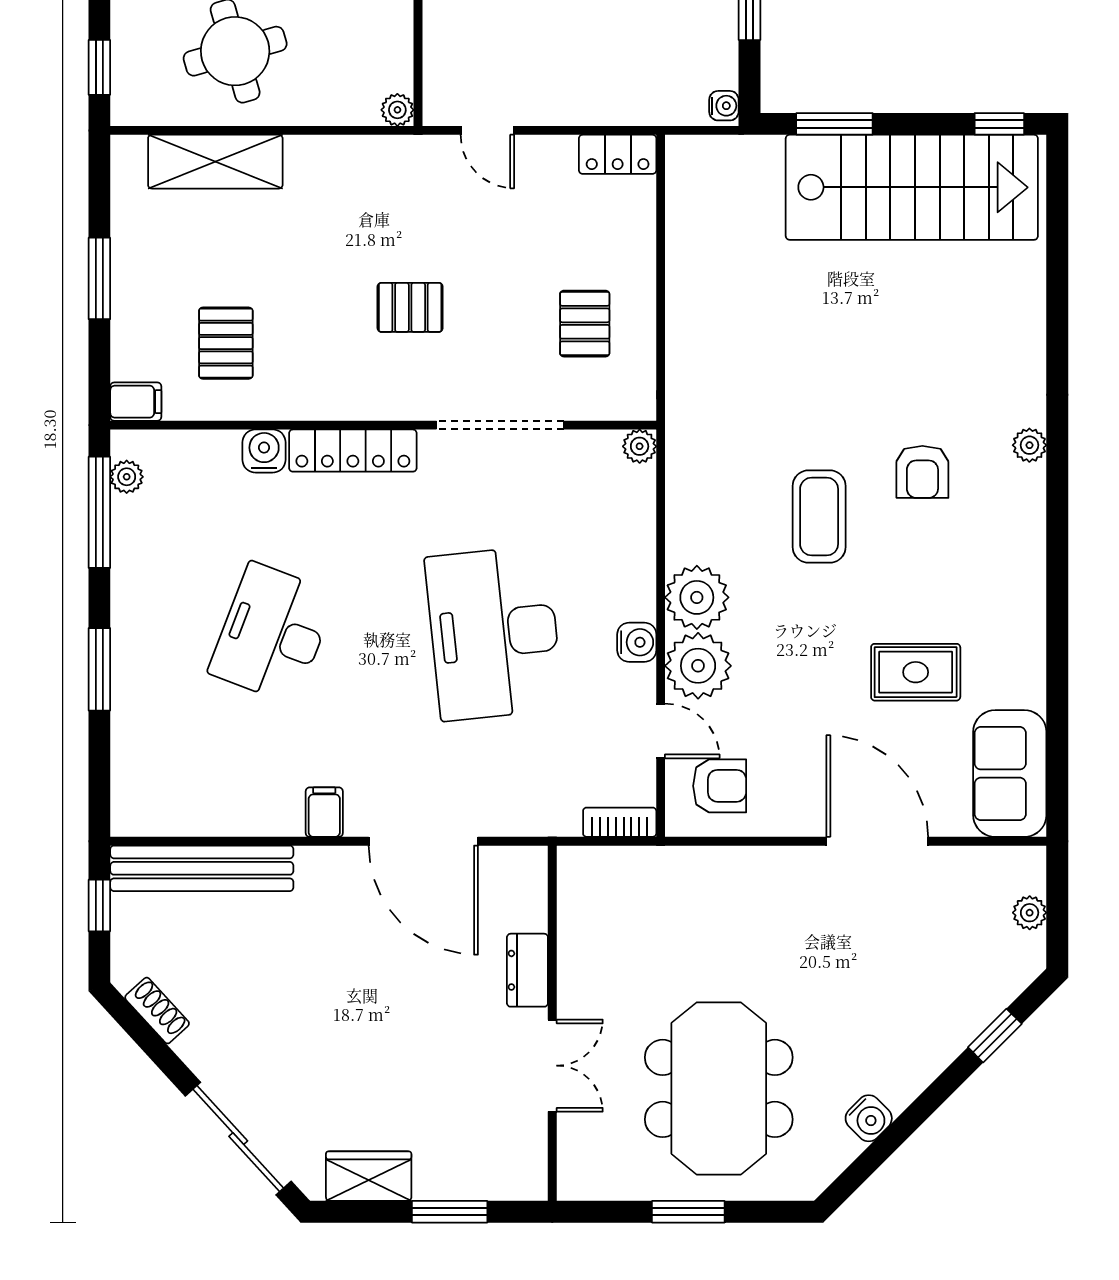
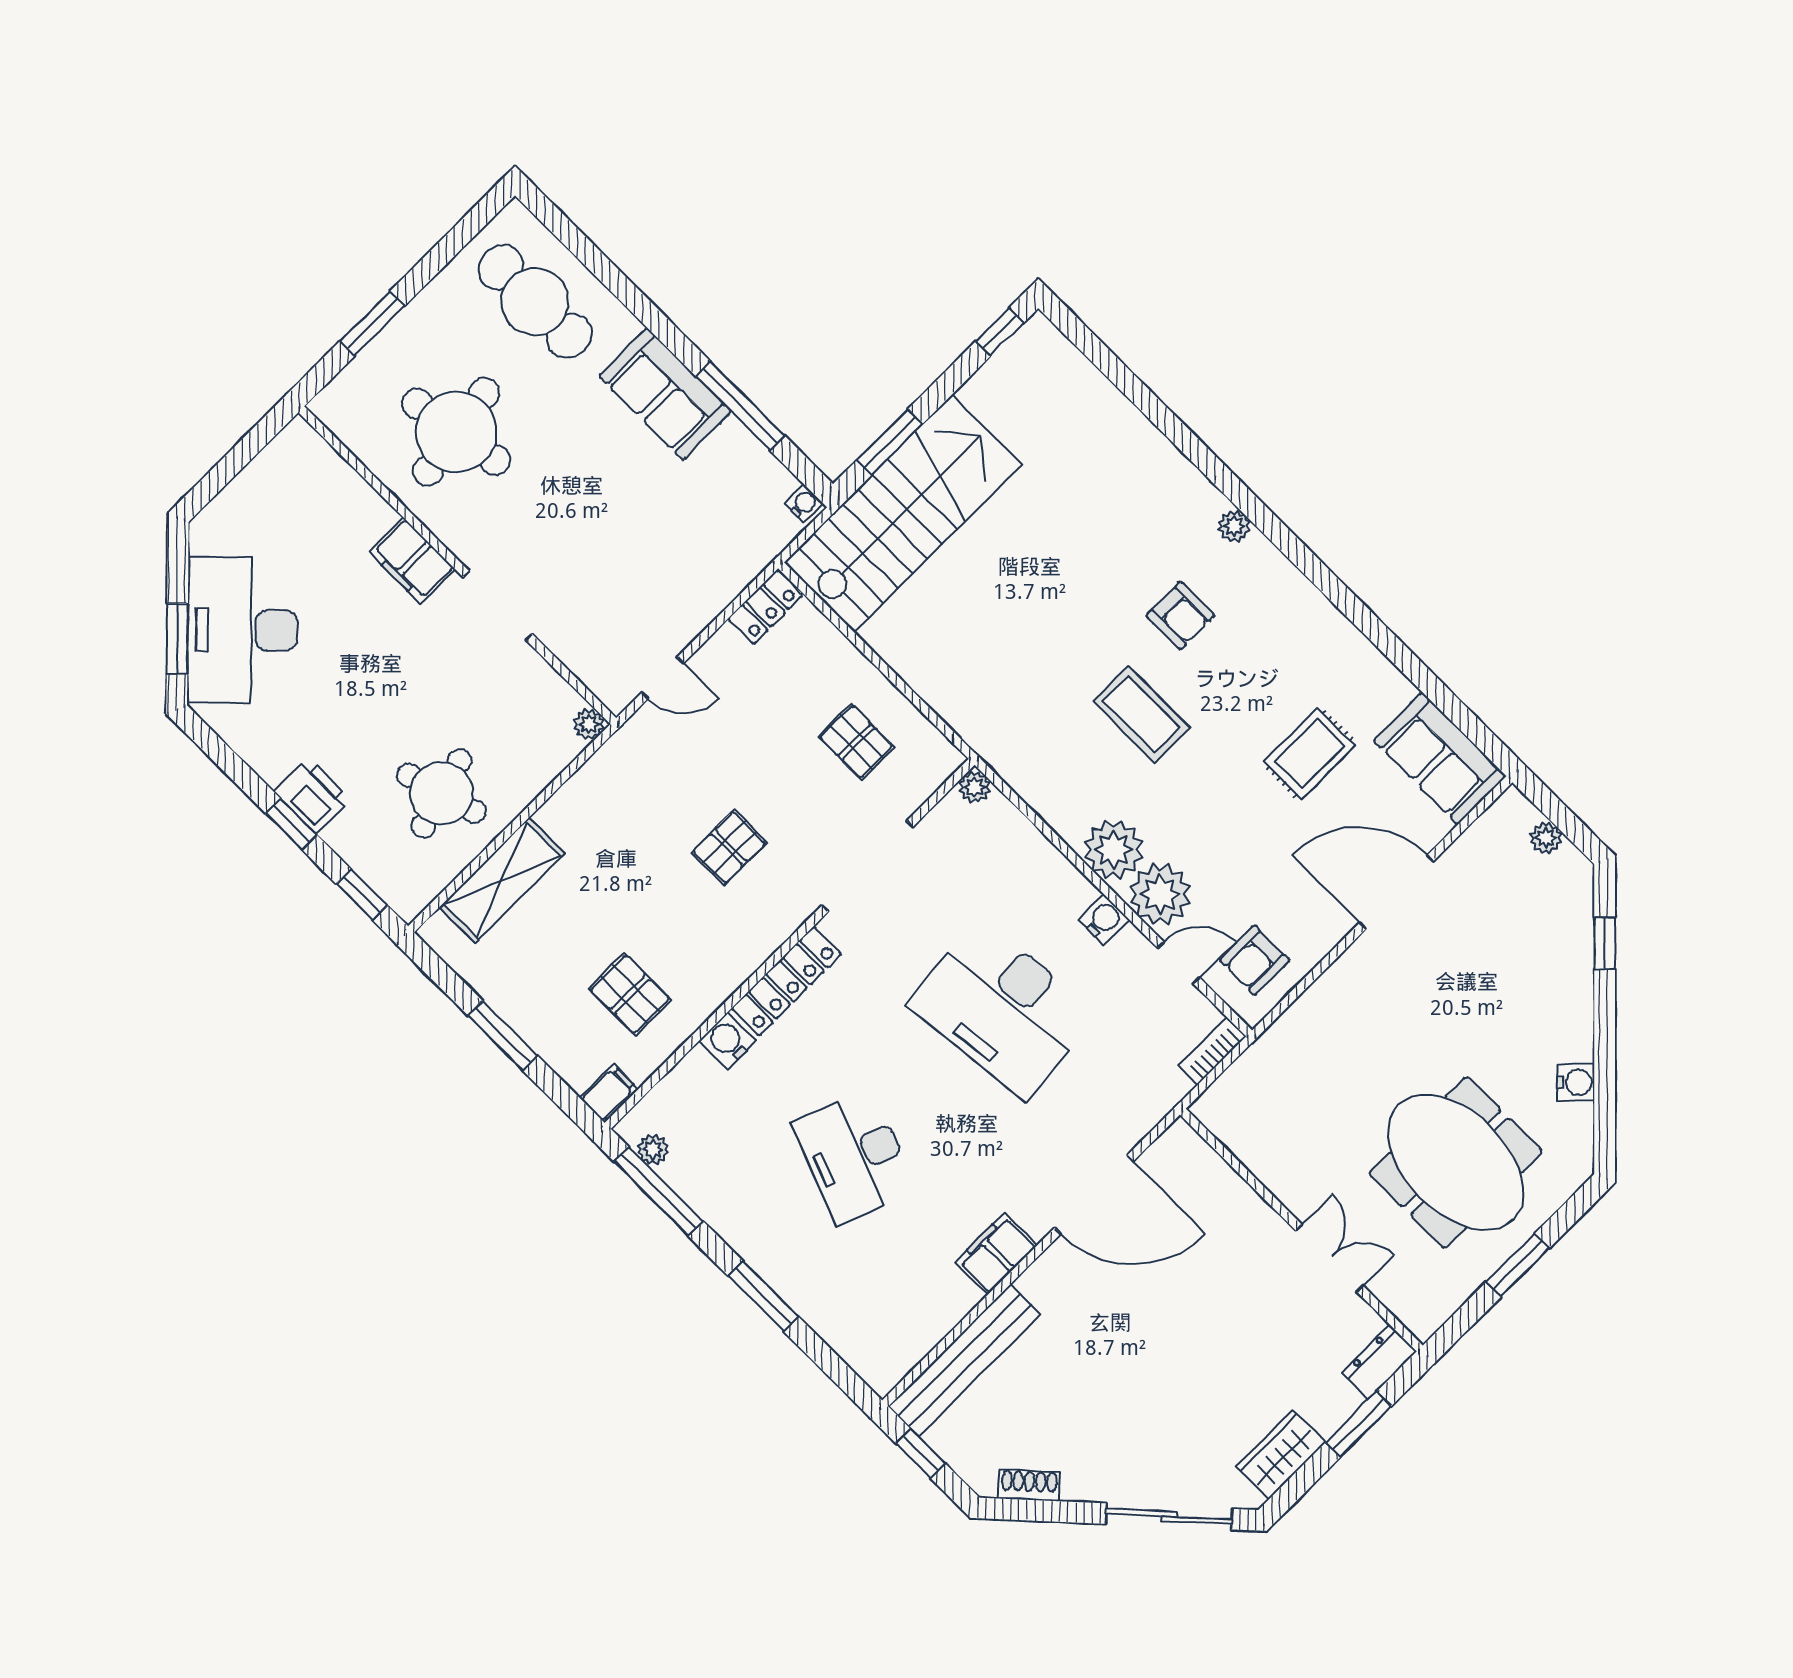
stairs: (912, 187) -> (903, 513), moved
armchair: (720, 786) -> (1255, 960), turned 180
filing cabinet: (324, 812) -> (996, 1254), width x2.00
dresser: (527, 970) -> (1379, 1362), moved, turned 90

